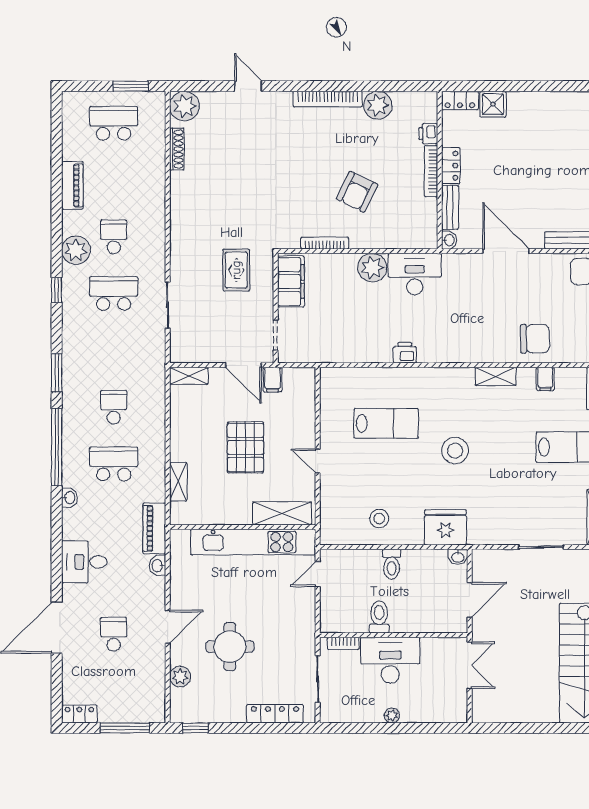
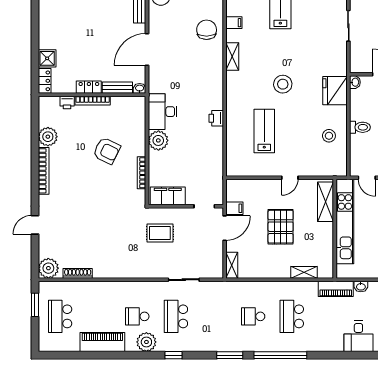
piano: (72, 185) -> (102, 342), width x1.37, depth x1.33
pallet: (245, 447) -> (281, 227), turned 90
washbasin: (69, 498) -> (315, 346), removed

